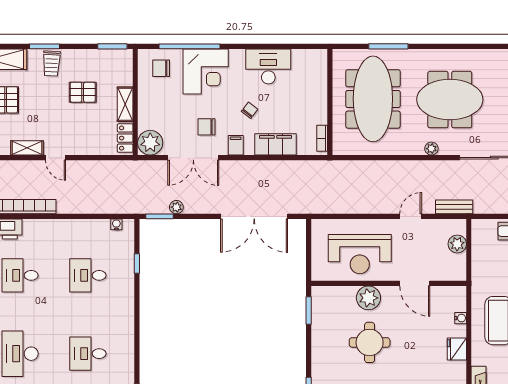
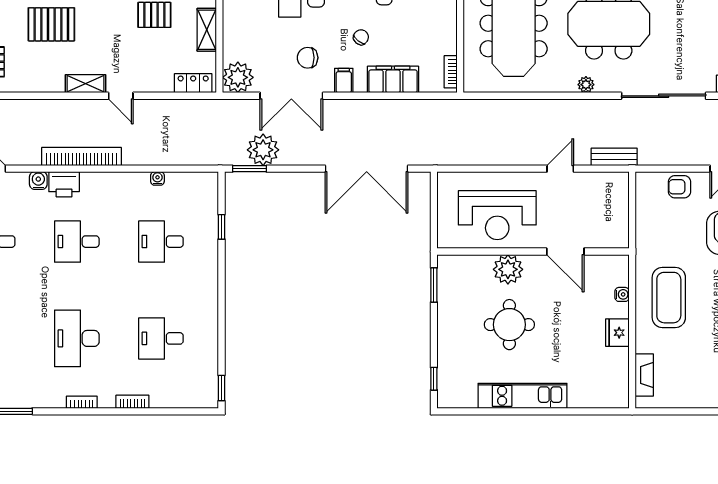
locker: (125, 138) -> (193, 83), moved, turned 90
plant: (176, 207) -> (263, 150), width x1.88, depth x1.88
water cooler: (116, 224) -> (157, 178), moved
plant: (457, 244) -> (618, 203), removed

